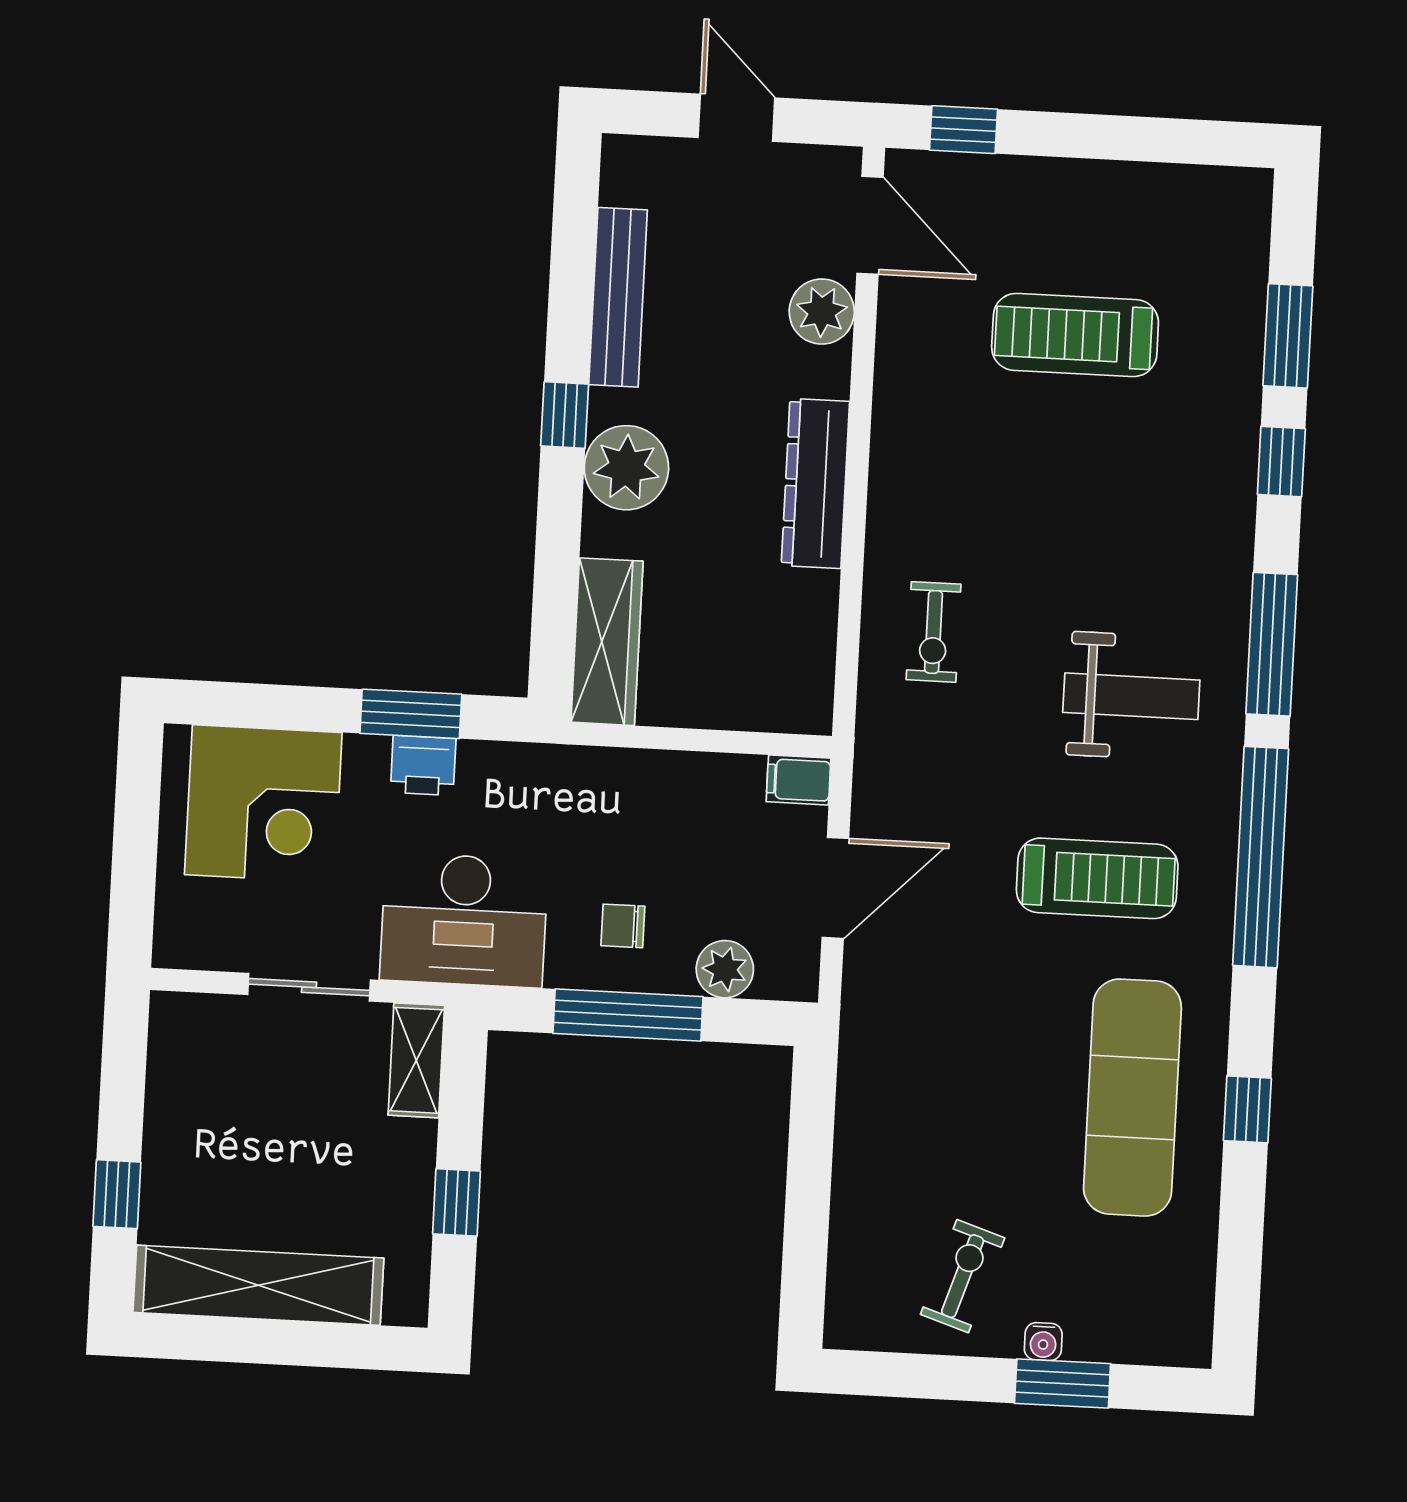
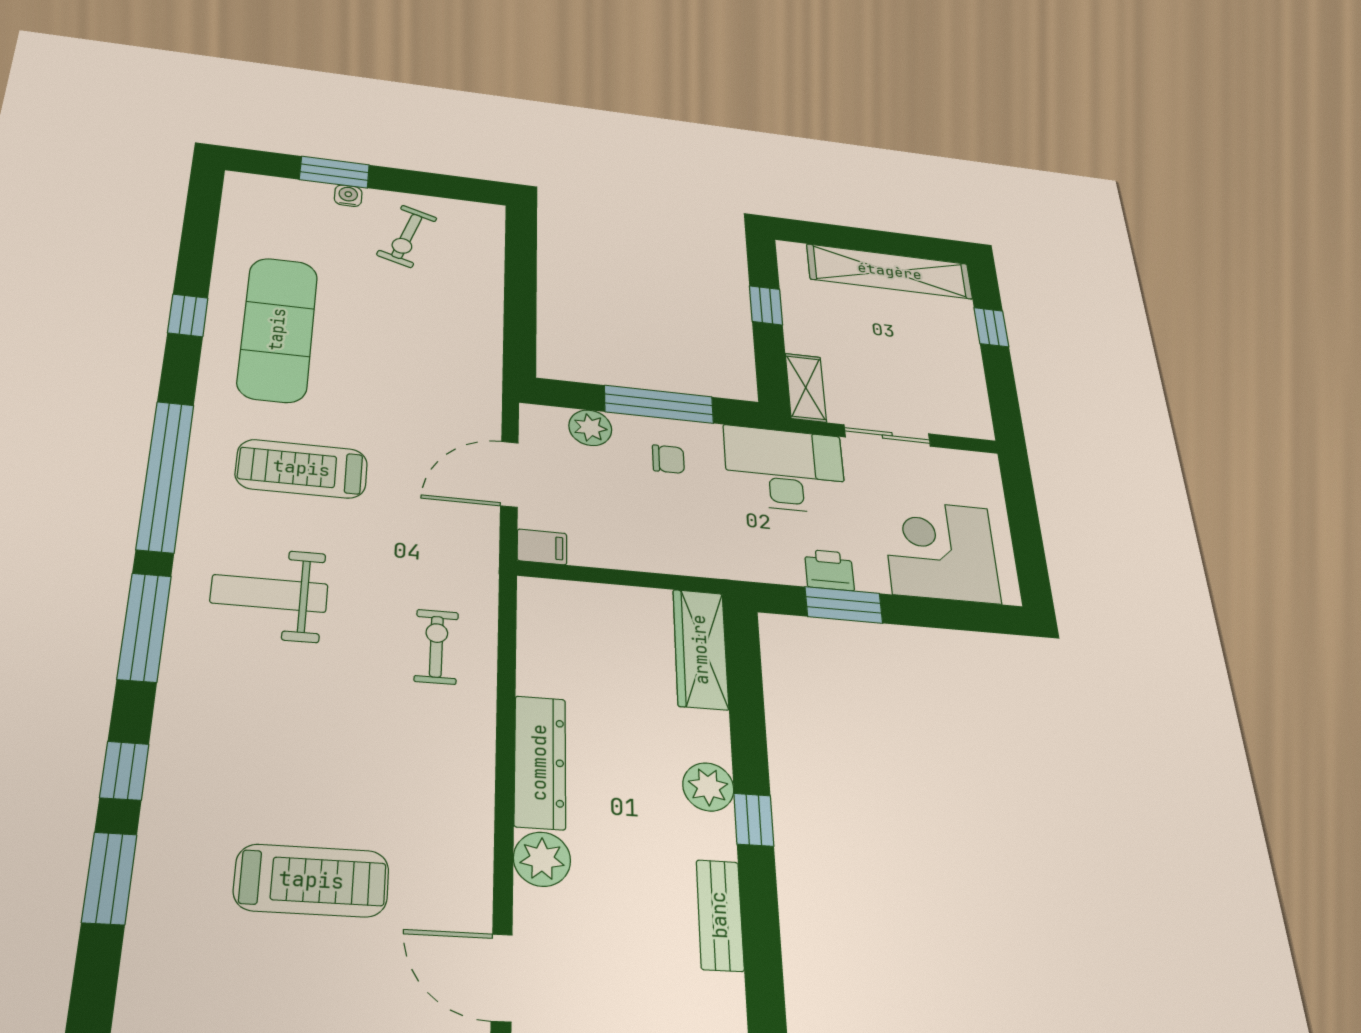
bench: (618, 297) -> (720, 915), width x0.73
plant: (822, 312) -> (542, 859), moved
plant: (626, 468) -> (708, 787), width x0.73, depth x0.73

